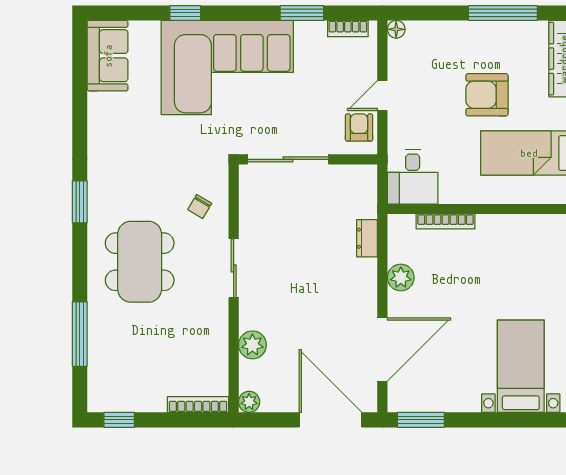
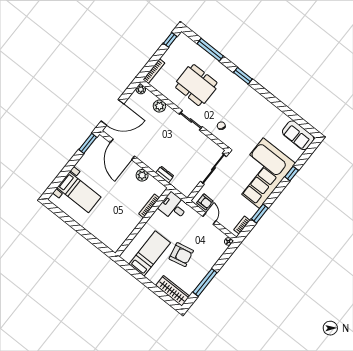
armchair: (487, 95) -> (181, 255), turned 78
window: (80, 202) -> (243, 76), moved
dining table: (140, 262) -> (196, 85), moved

